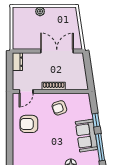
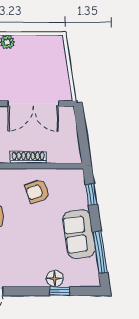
double door: (57, 51) -> (33, 103), swing flipped
window: (96, 120) -> (91, 194), moved

